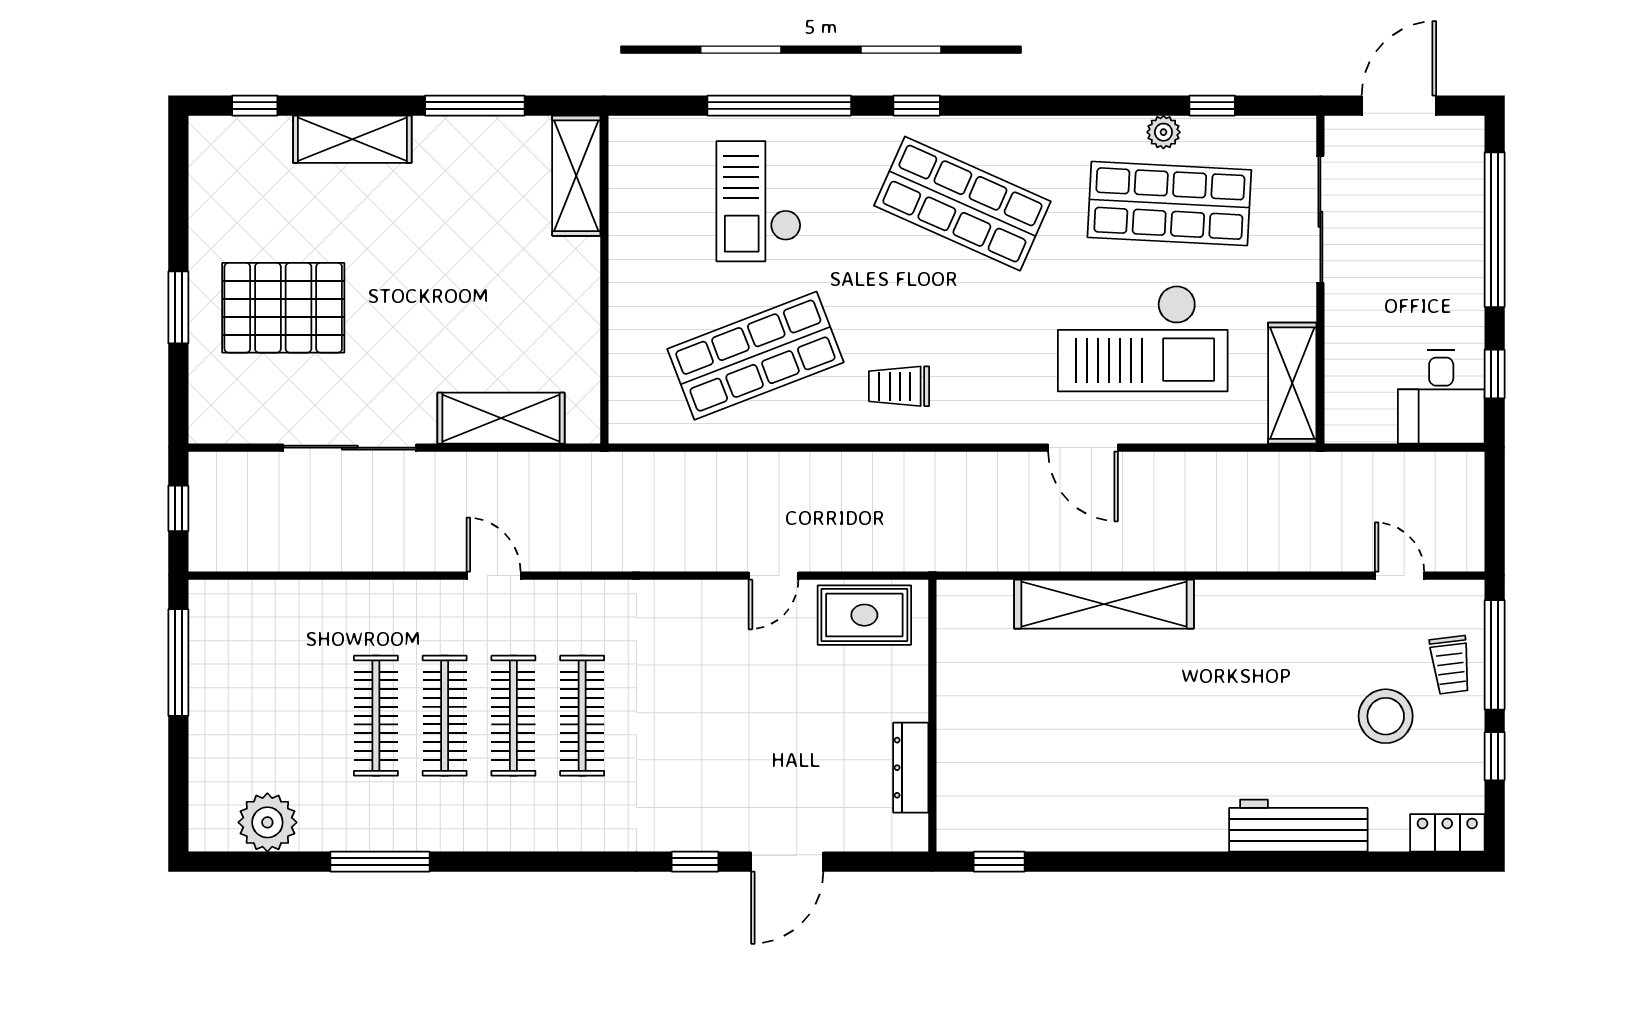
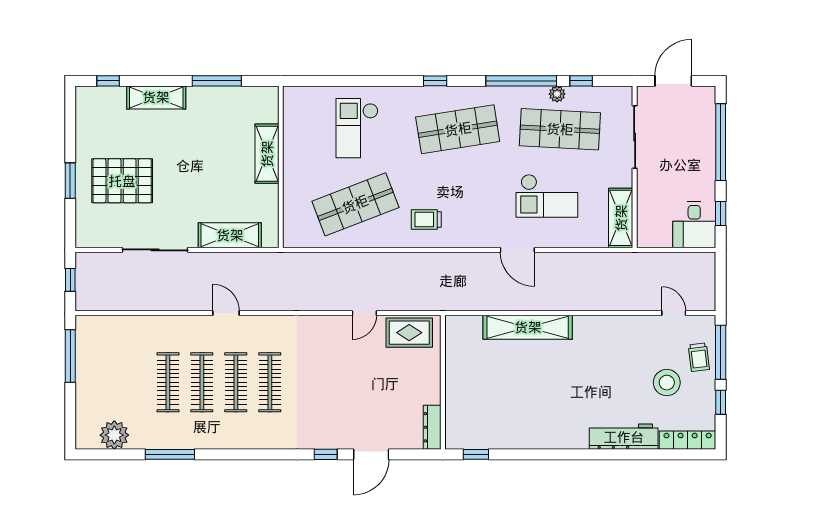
window: (779, 106) -> (521, 81), moved
shelving: (576, 176) -> (267, 154), moved
shop shelf: (962, 204) -> (458, 129), turned -33
checkout: (1143, 338) -> (547, 196), width x0.73, depth x0.83
dresser: (911, 768) -> (432, 427), moved
locker: (1447, 833) -> (688, 440), width x1.53

